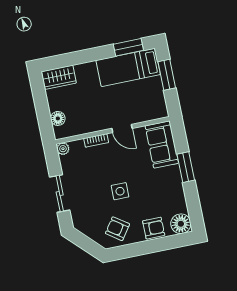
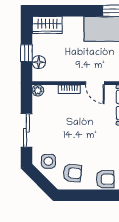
window: (43, 112) -> (26, 53), added
side table: (120, 191) -> (48, 161), moved
armchair: (117, 229) -> (72, 173), turned 150

